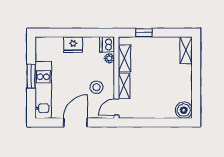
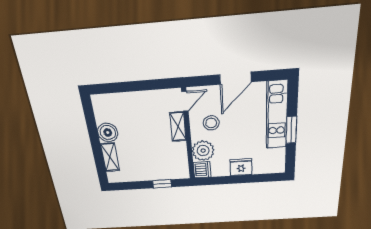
shelving: (186, 50) -> (110, 157), moved
plant: (109, 58) -> (203, 151), width x1.87, depth x1.87
shelving: (125, 58) -> (181, 157), removed
boiler: (184, 110) -> (108, 133), moved

